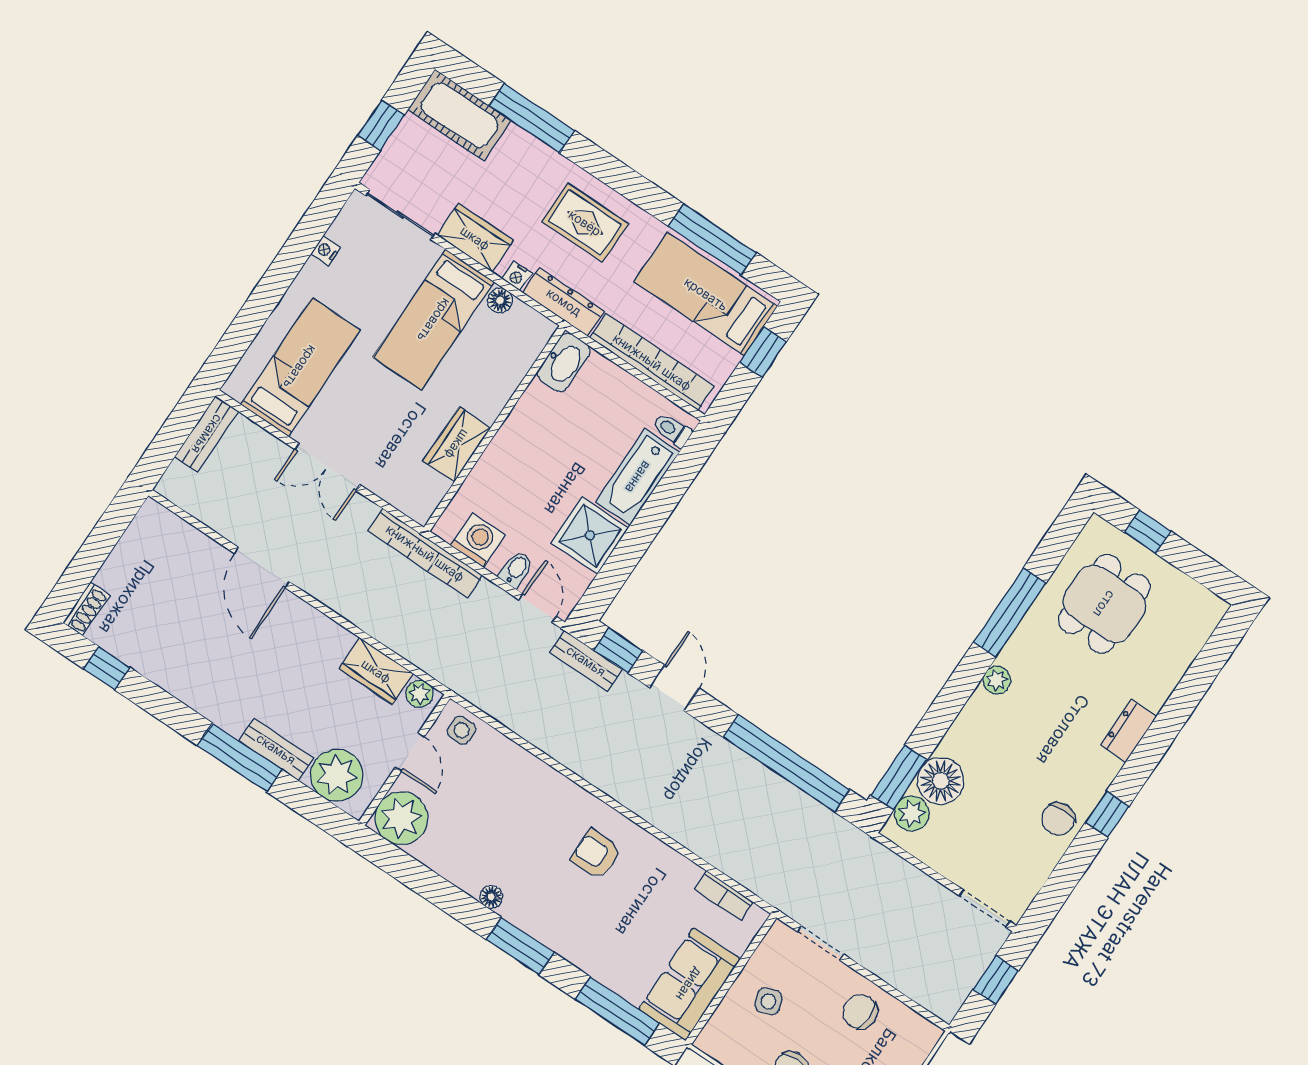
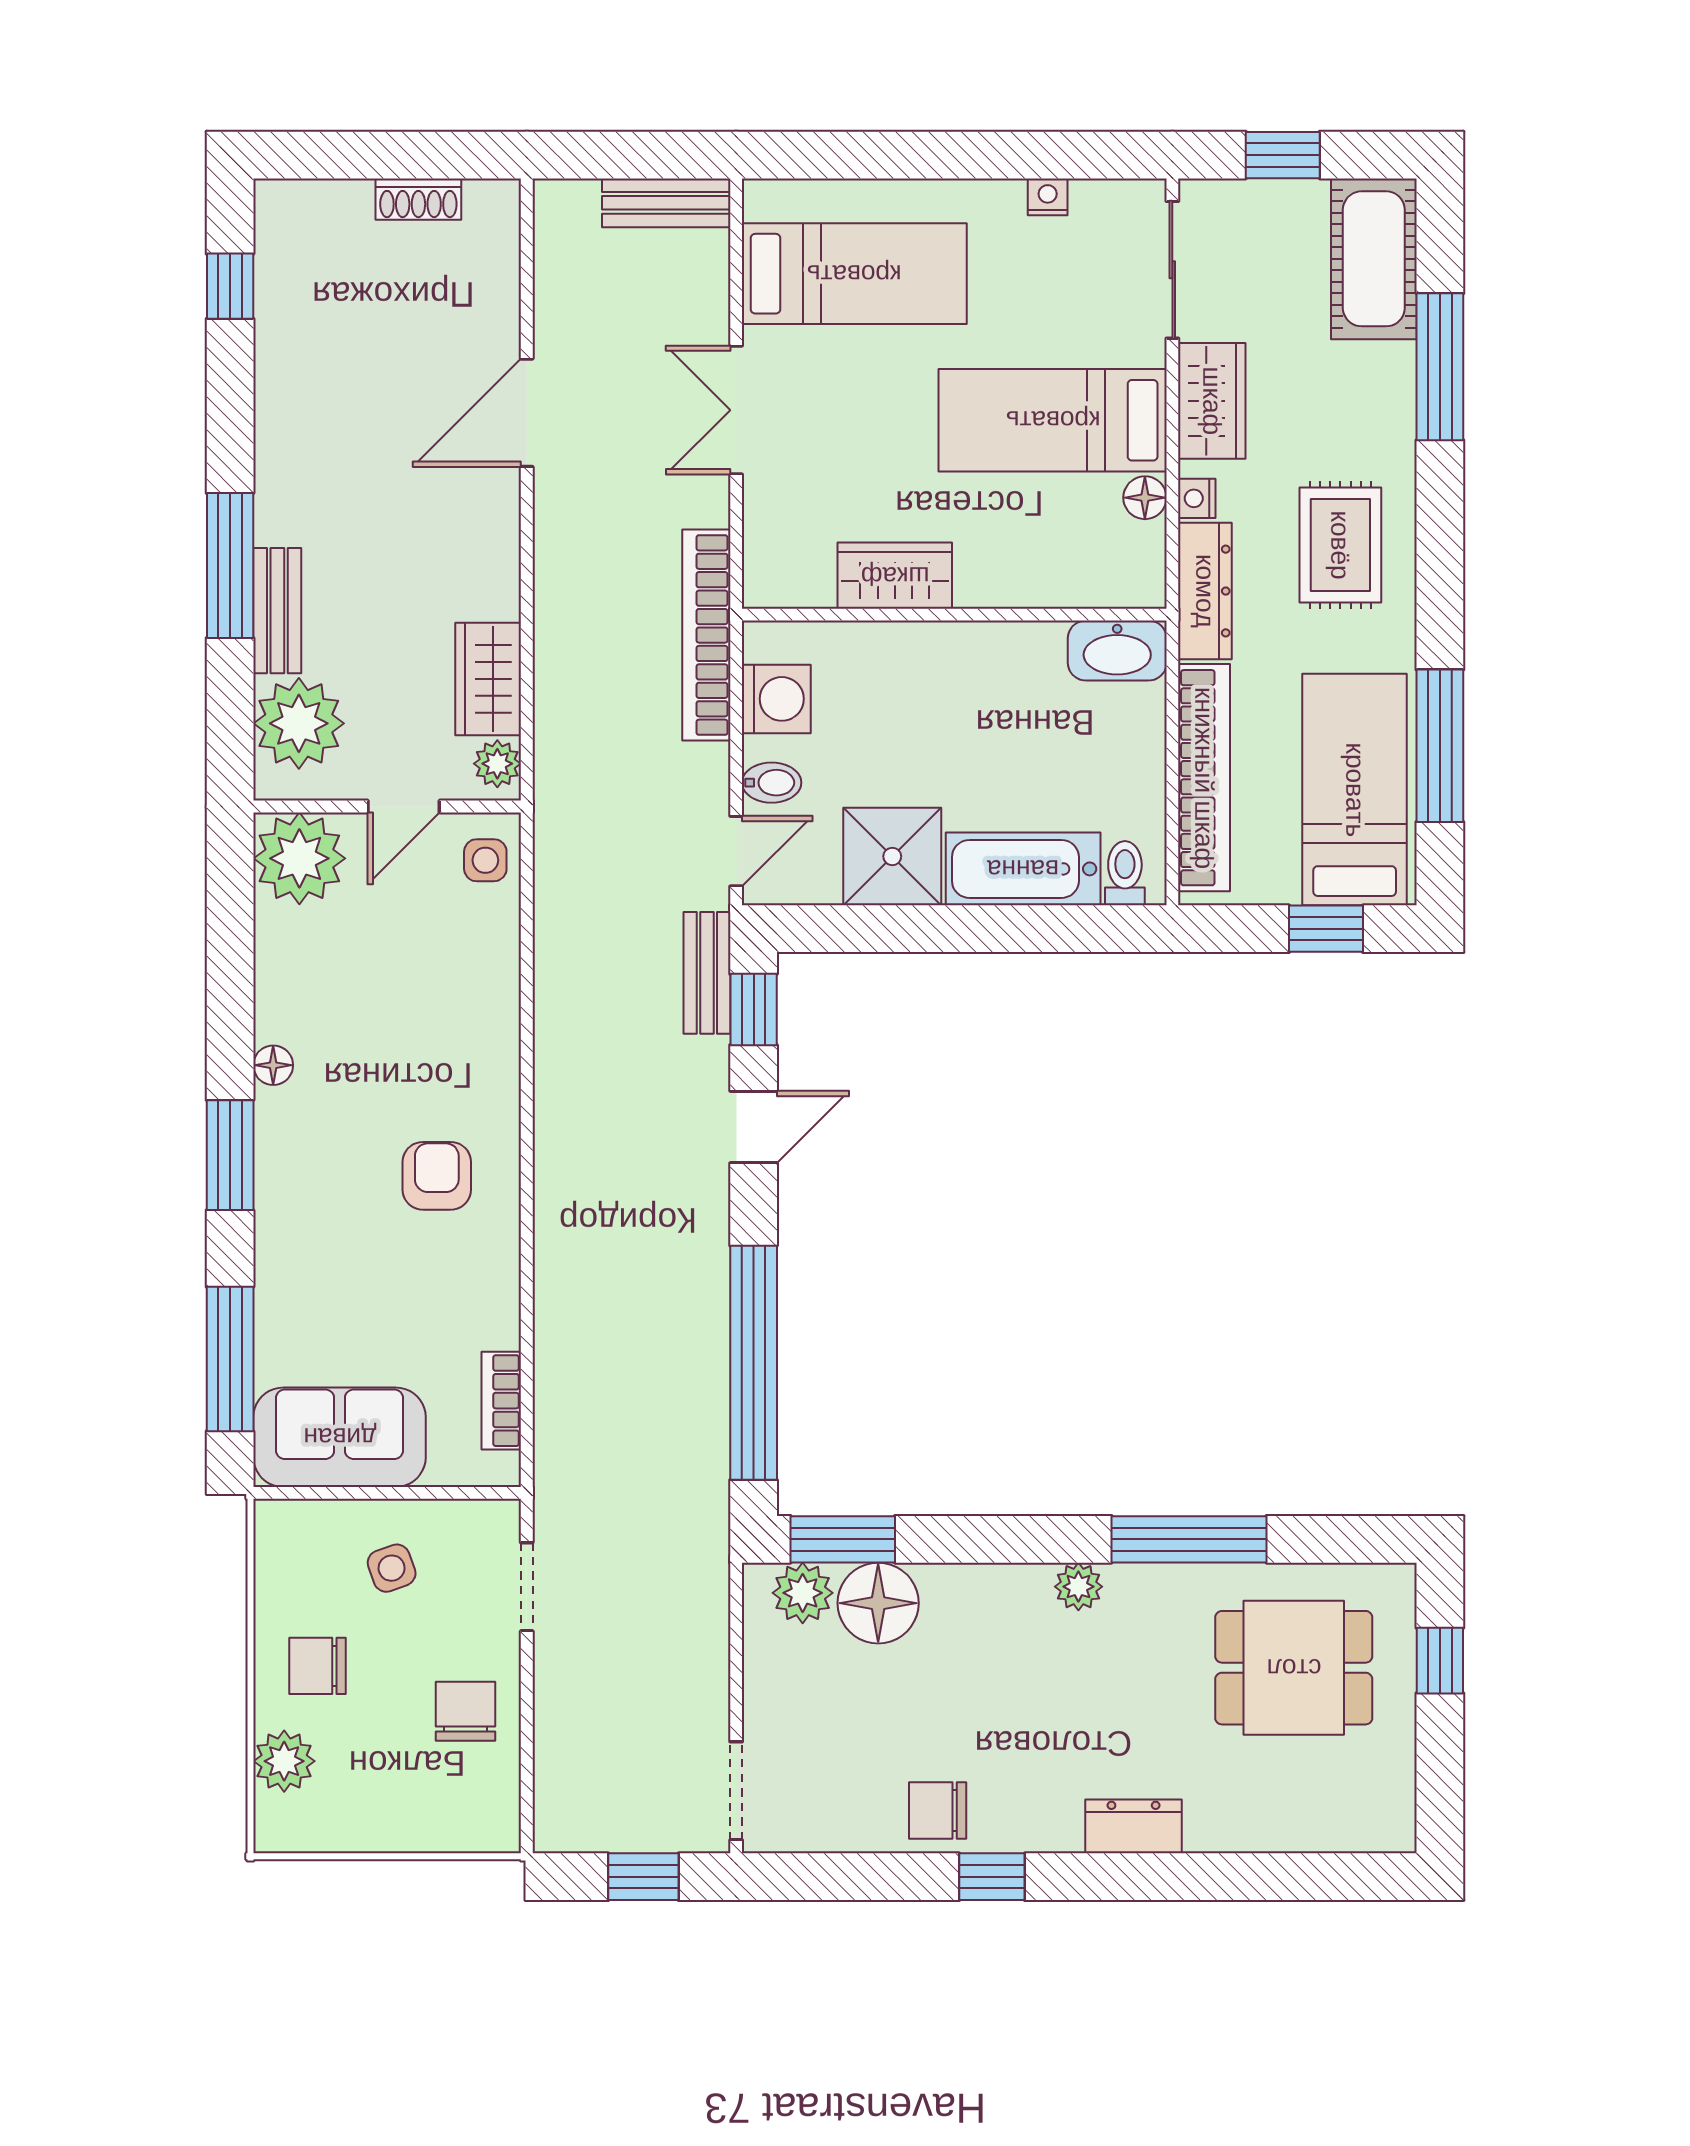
shoe rack: (86, 609) -> (418, 199), moved

